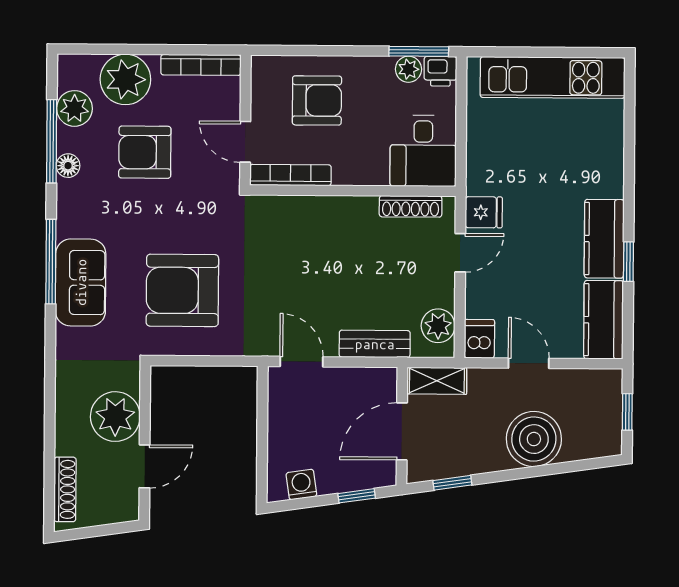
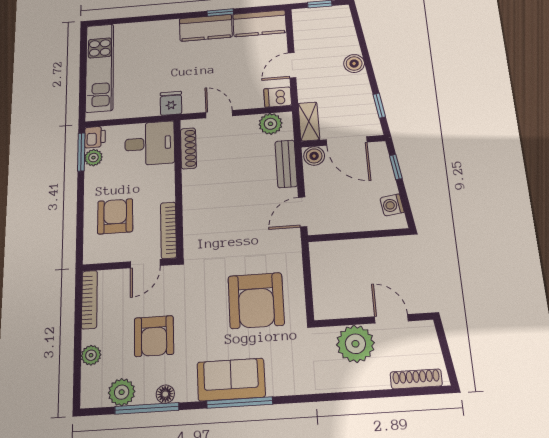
plant: (125, 79) -> (91, 355), width x0.53, depth x0.53
fridge: (484, 212) -> (171, 103), moved
sofa: (81, 282) -> (231, 380), moved
boiler: (383, 384) -> (314, 156), added
boiler: (534, 439) -> (354, 64), width x0.54, depth x0.54

